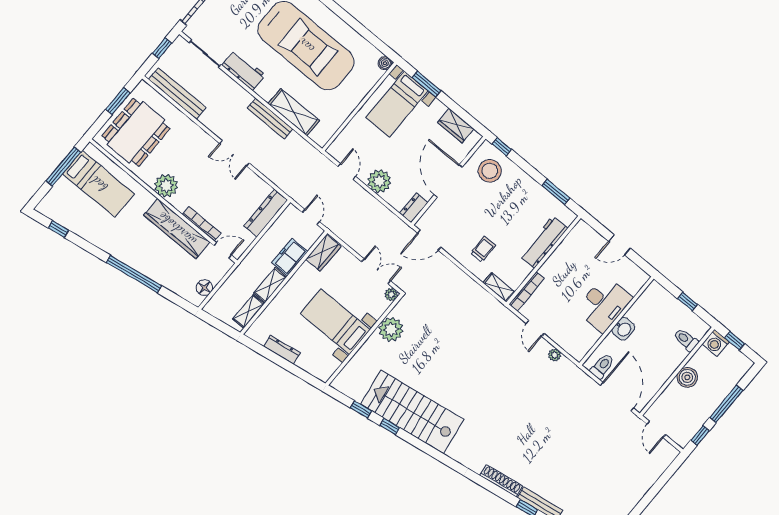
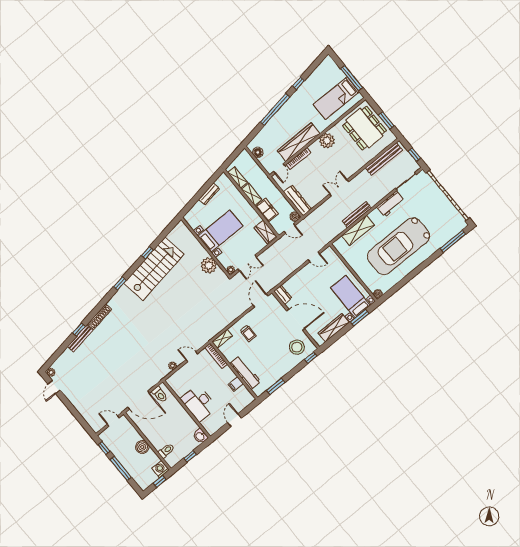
wardrobe: (456, 126) -> (334, 328), width x1.50
plant: (379, 181) -> (304, 276), removed
boiler: (291, 212) -> (295, 217), added
window: (58, 229) -> (298, 83), moved
filing cabinet: (564, 253) -> (236, 384), added
washbasin: (623, 329) -> (200, 436), moved
window: (361, 409) -> (120, 284), moved

